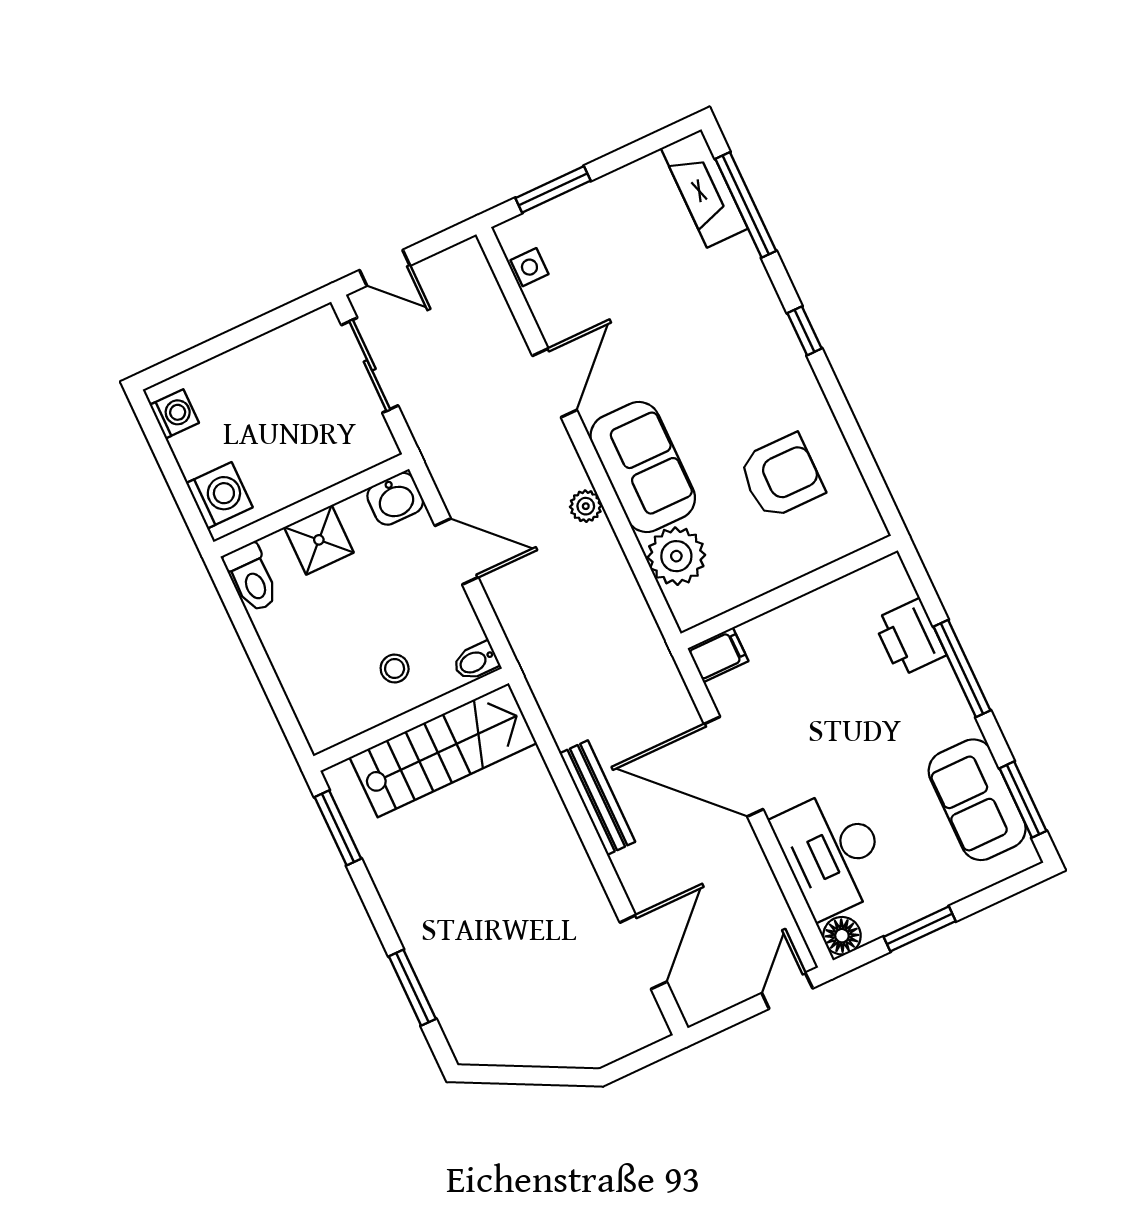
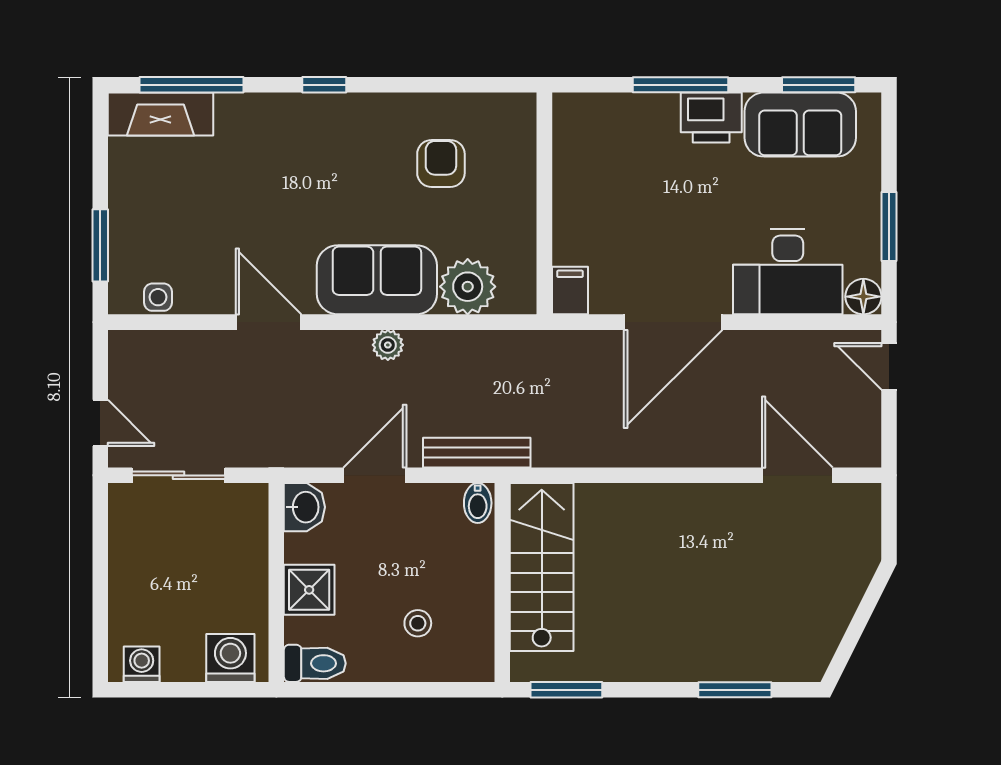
door: (385, 268) -> (100, 423), hinge flipped
armchair: (781, 476) -> (441, 163), width x0.72, depth x0.72
printer: (910, 637) -> (711, 117), moved
stool: (395, 668) -> (418, 623), moved
bench: (597, 798) -> (477, 453), moved

